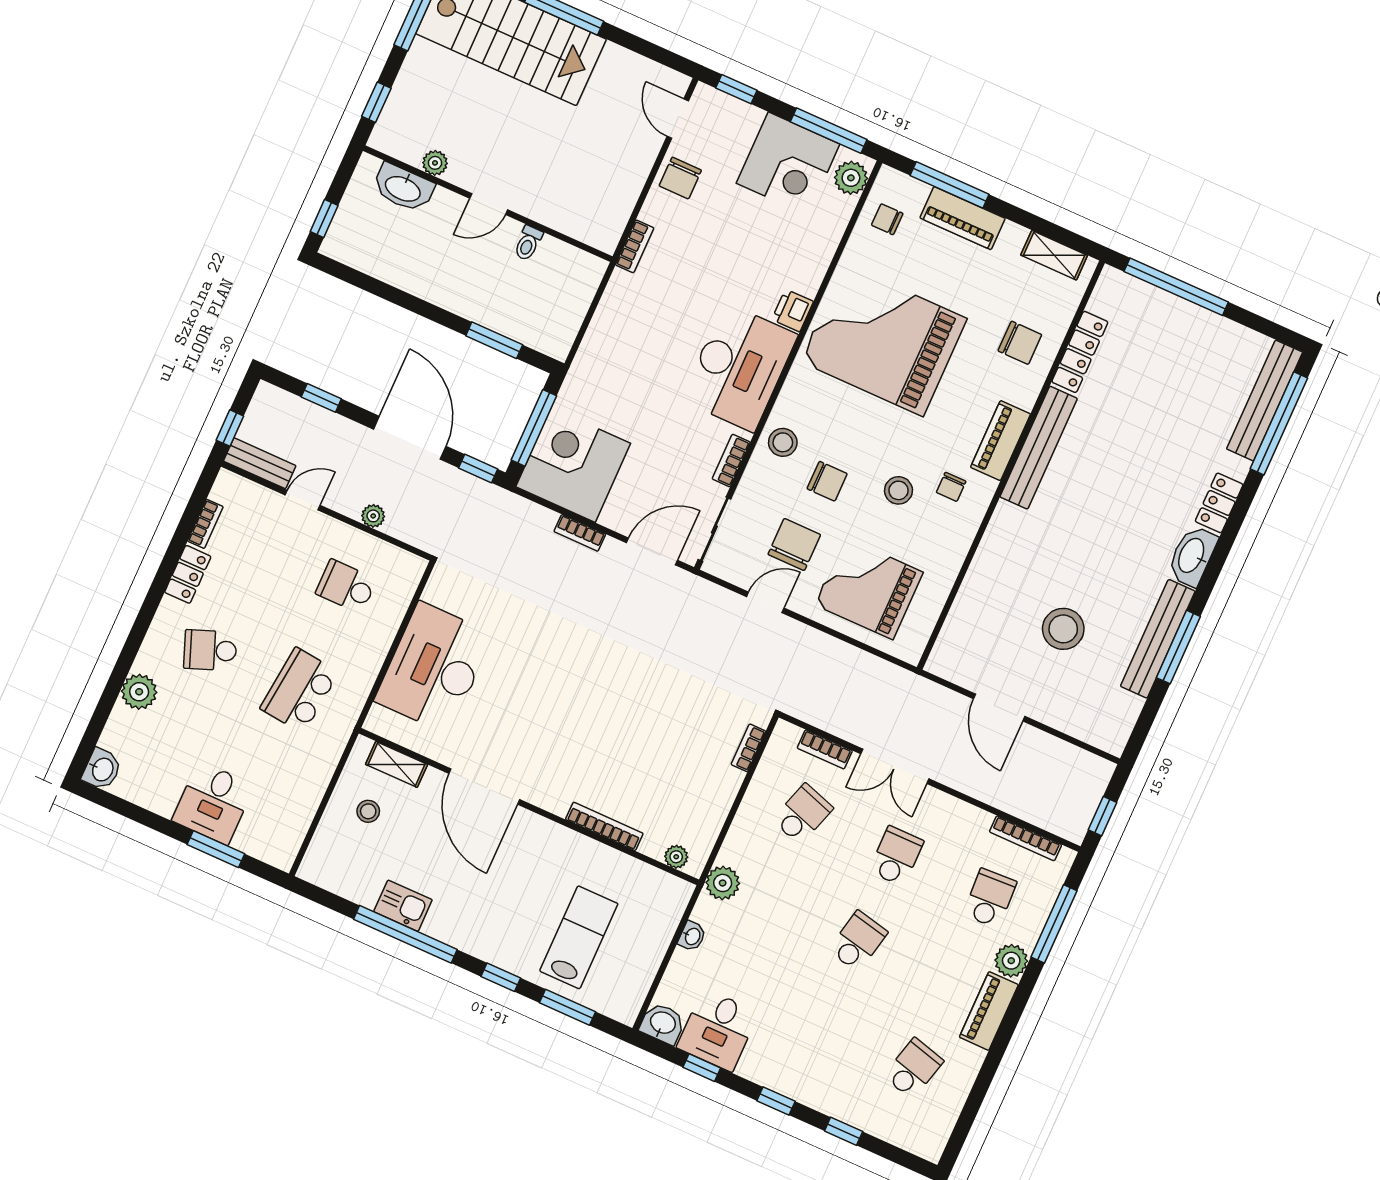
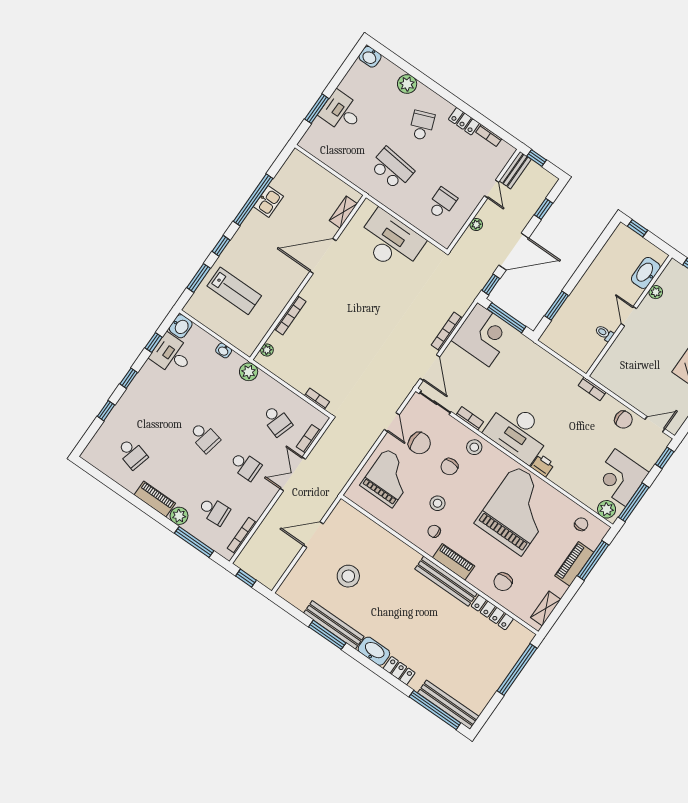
chair: (680, 178) -> (623, 420), turned 180
bookcase: (580, 533) -> (447, 331), width x1.56
stool: (368, 811) -> (321, 193), removed

